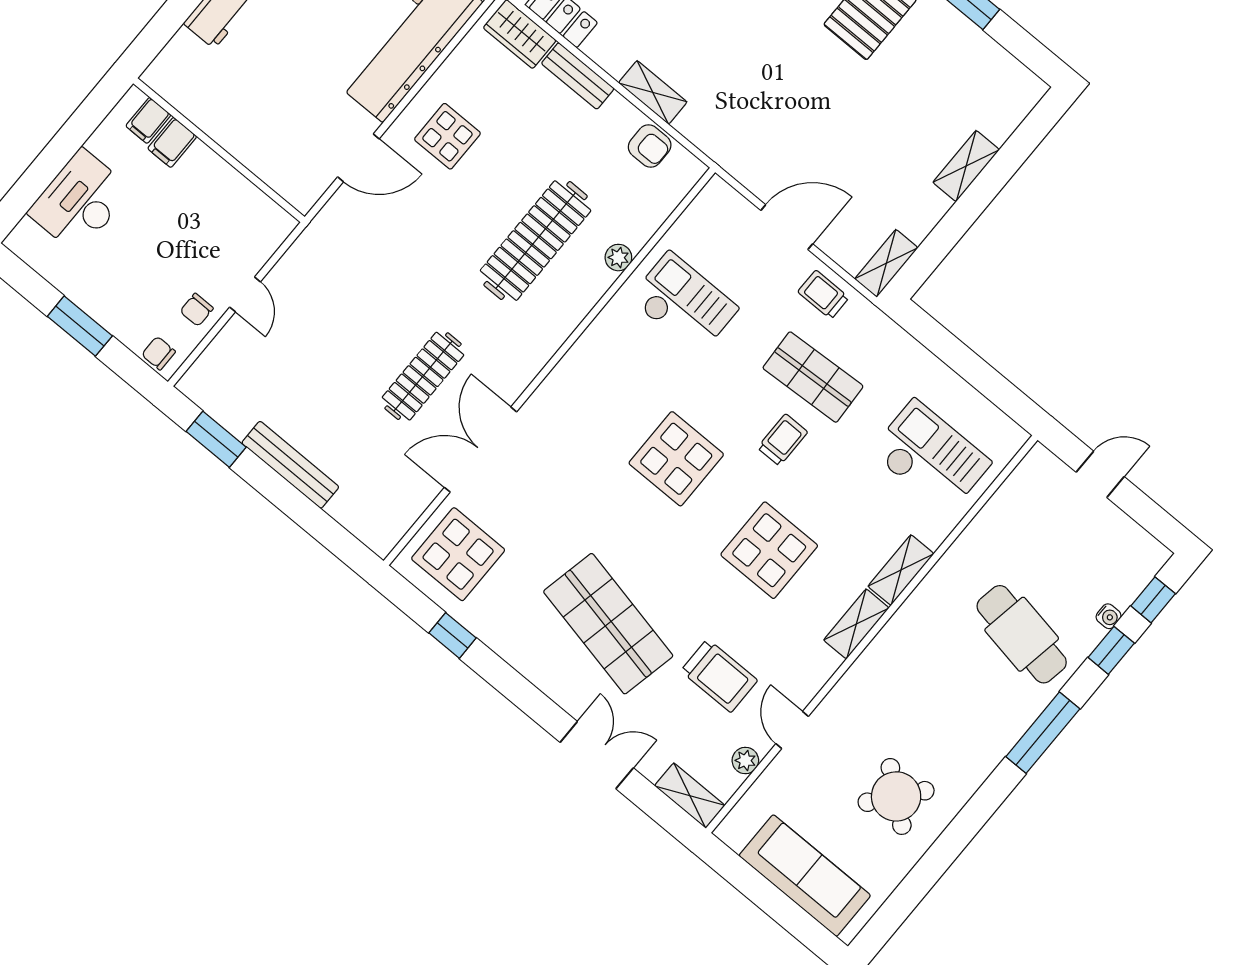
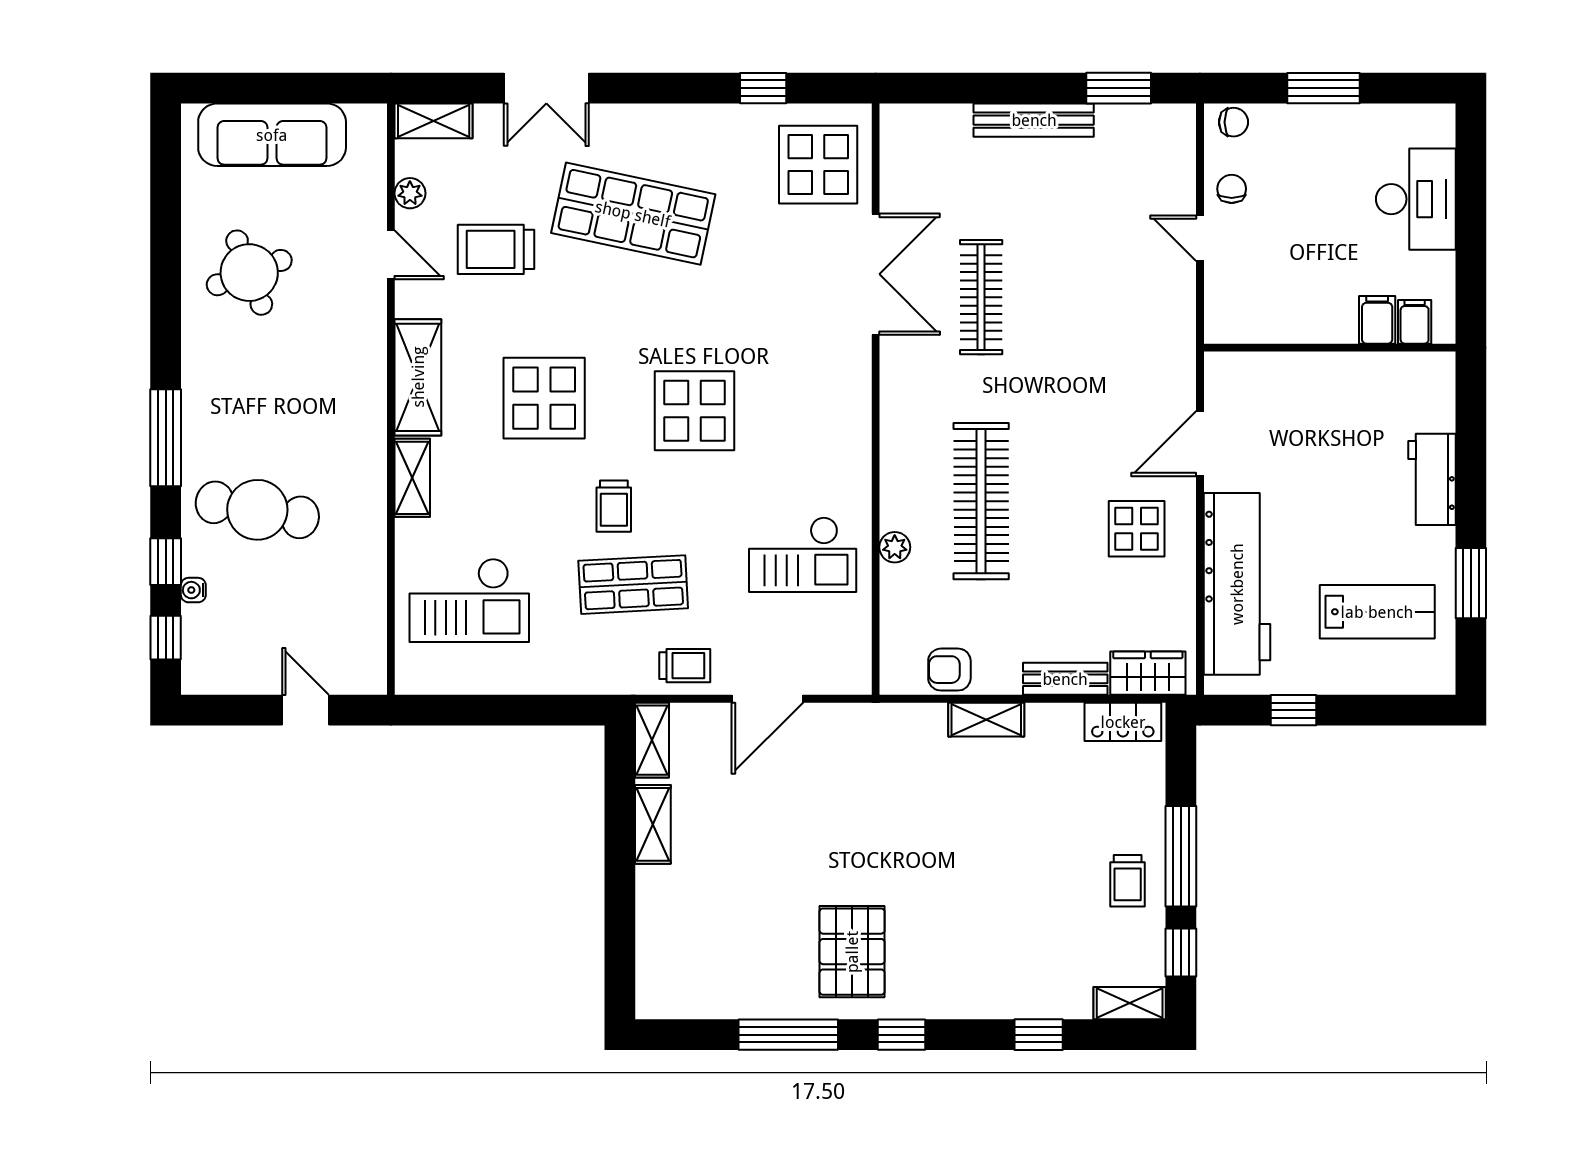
shelving: (966, 166) -> (653, 824), moved
door: (1100, 474) -> (306, 710), swing flipped
shelving: (856, 624) -> (418, 377), width x1.50, depth x1.33
round table: (896, 796) -> (249, 273), turned 30

